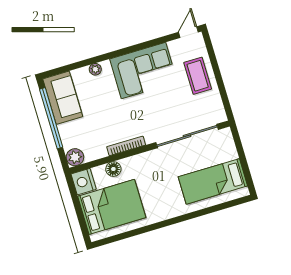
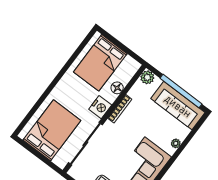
sofa: (63, 98) -> (178, 106), width x1.36
bed: (213, 181) -> (52, 130), width x1.50
nightstand: (84, 182) -> (100, 107), moved, turned 90

